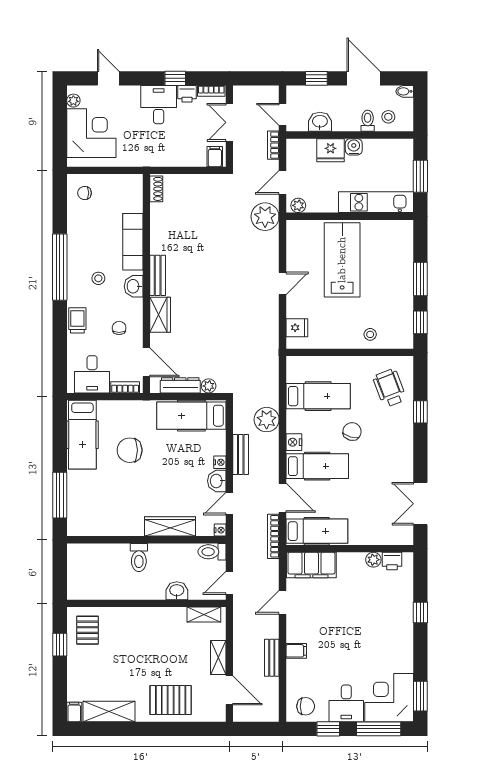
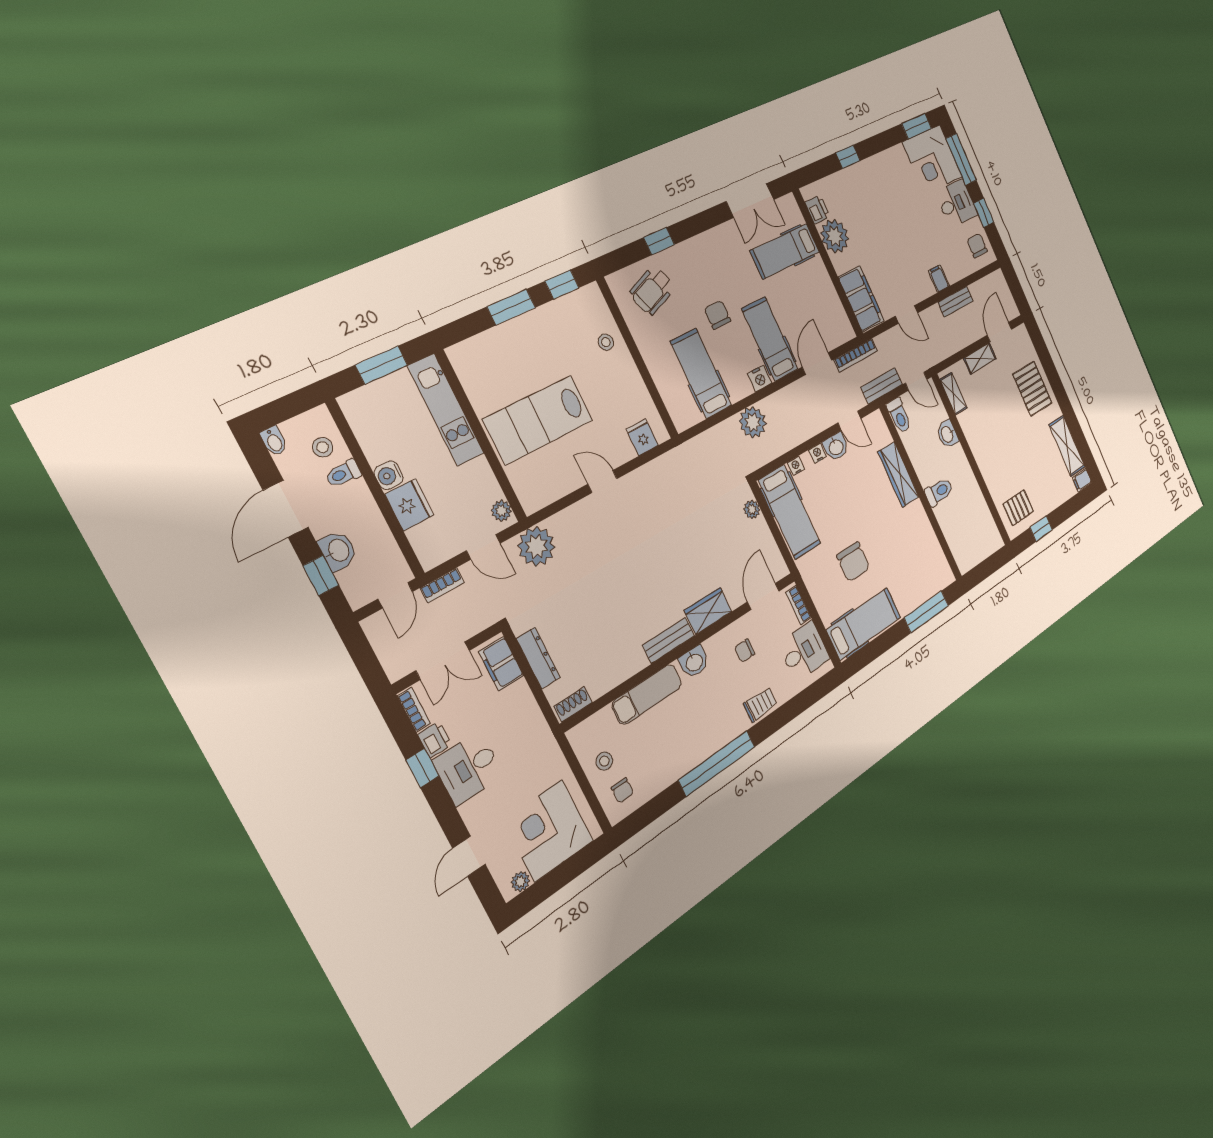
washbasin: (320, 122) -> (338, 551), moved, turned 180
filing cabinet: (215, 157) -> (501, 664), width x2.00
stool: (98, 278) -> (604, 761), moved
trolley: (77, 320) -> (760, 704), turned 180
dresser: (180, 385) -> (538, 658), moved, turned 180
chair: (352, 431) -> (717, 315), turned 73
bench: (241, 454) -> (882, 386), moved
nightstand: (220, 530) -> (796, 466), moved
hospital bed: (317, 531) -> (785, 251), moved, turned -90
plant: (373, 560) -> (835, 236), width x1.88, depth x1.88

